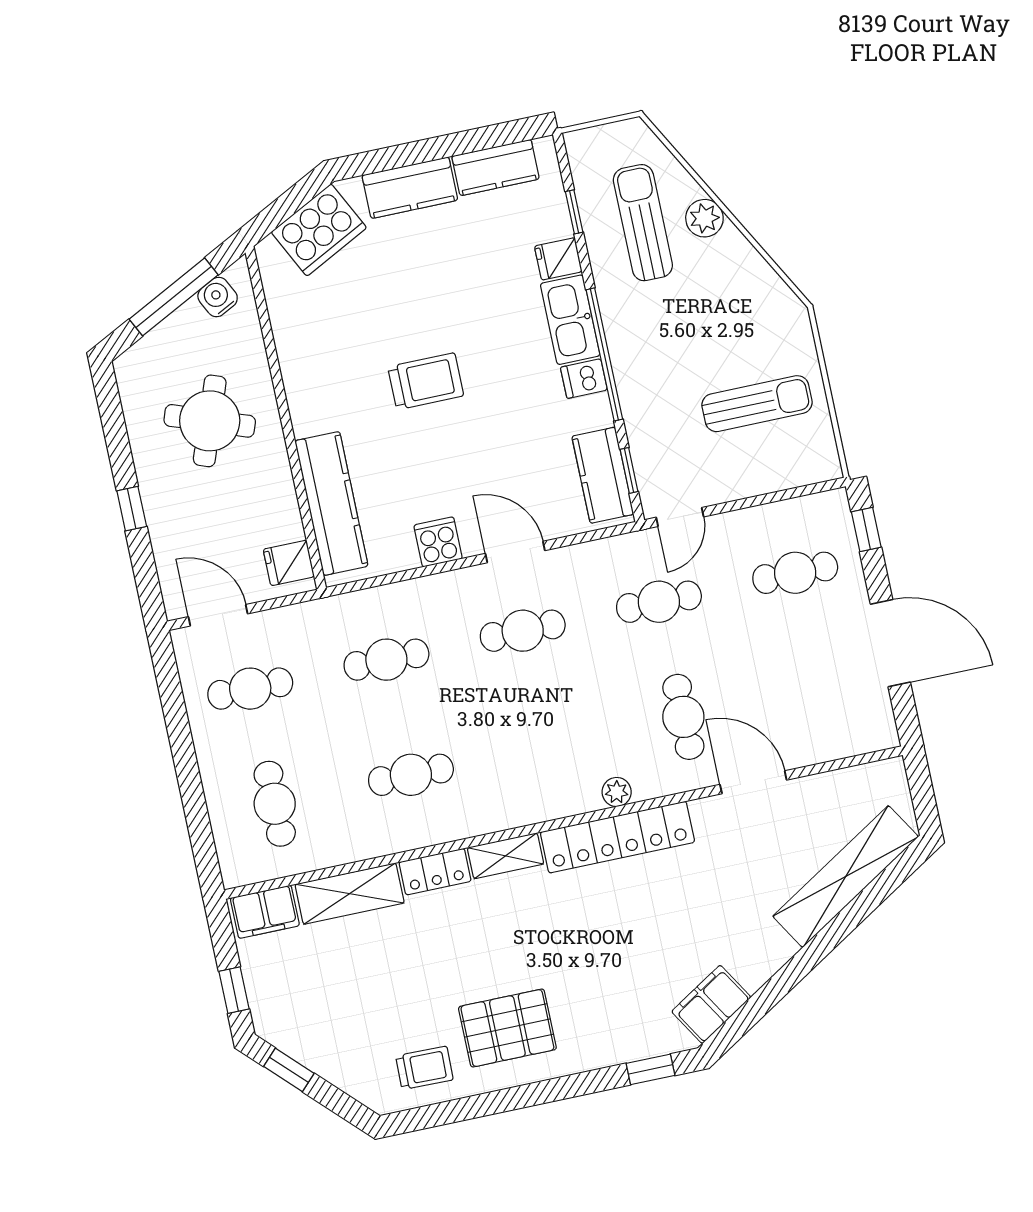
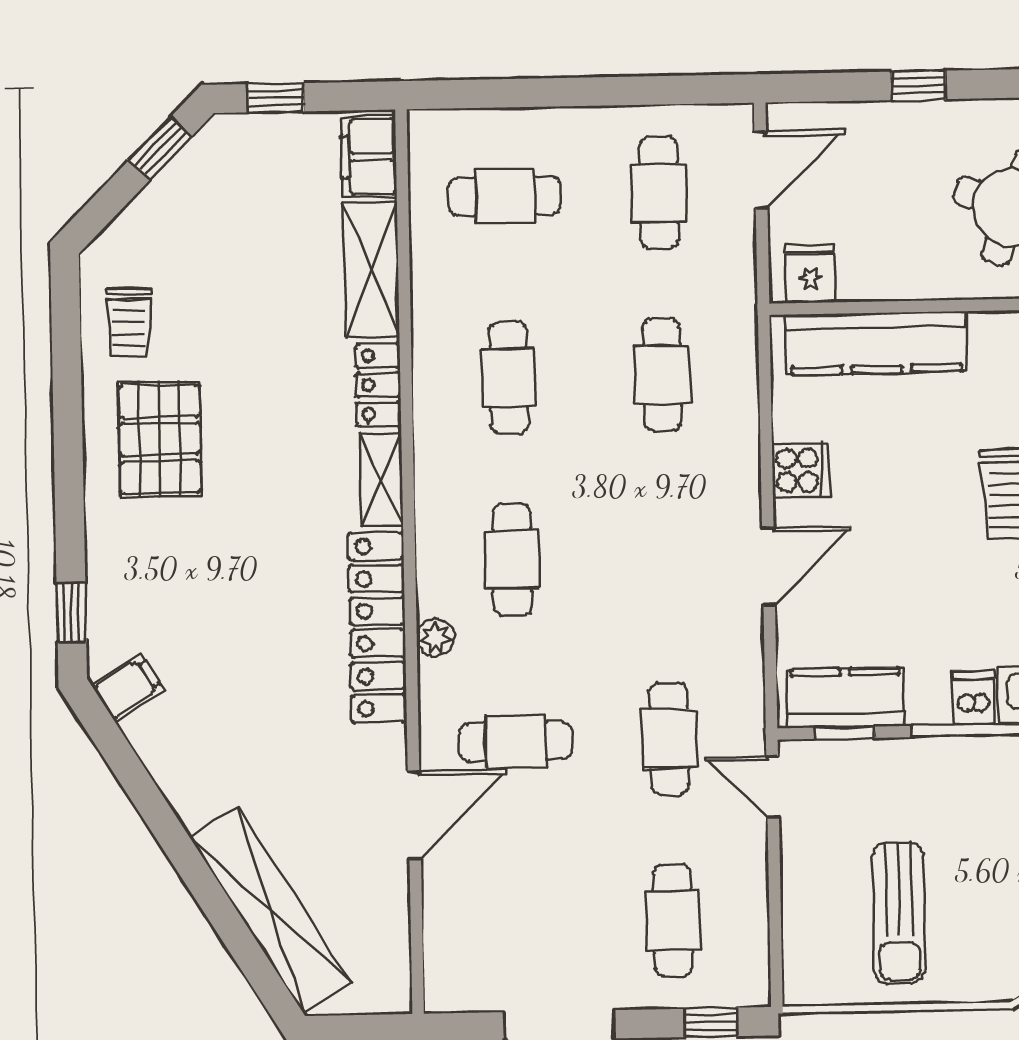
cafe table: (523, 631) -> (512, 560), moved
filing cabinet: (711, 1004) -> (128, 688), width x0.50

